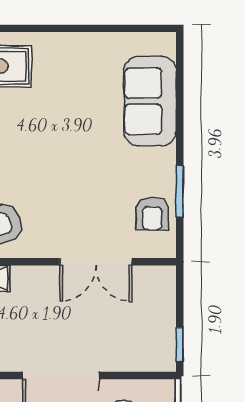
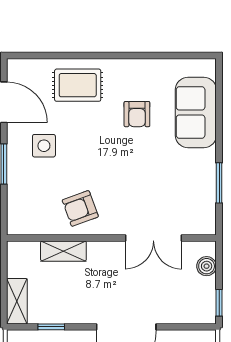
armchair: (152, 214) -> (137, 114), moved
boiler: (164, 298) -> (207, 266), added

